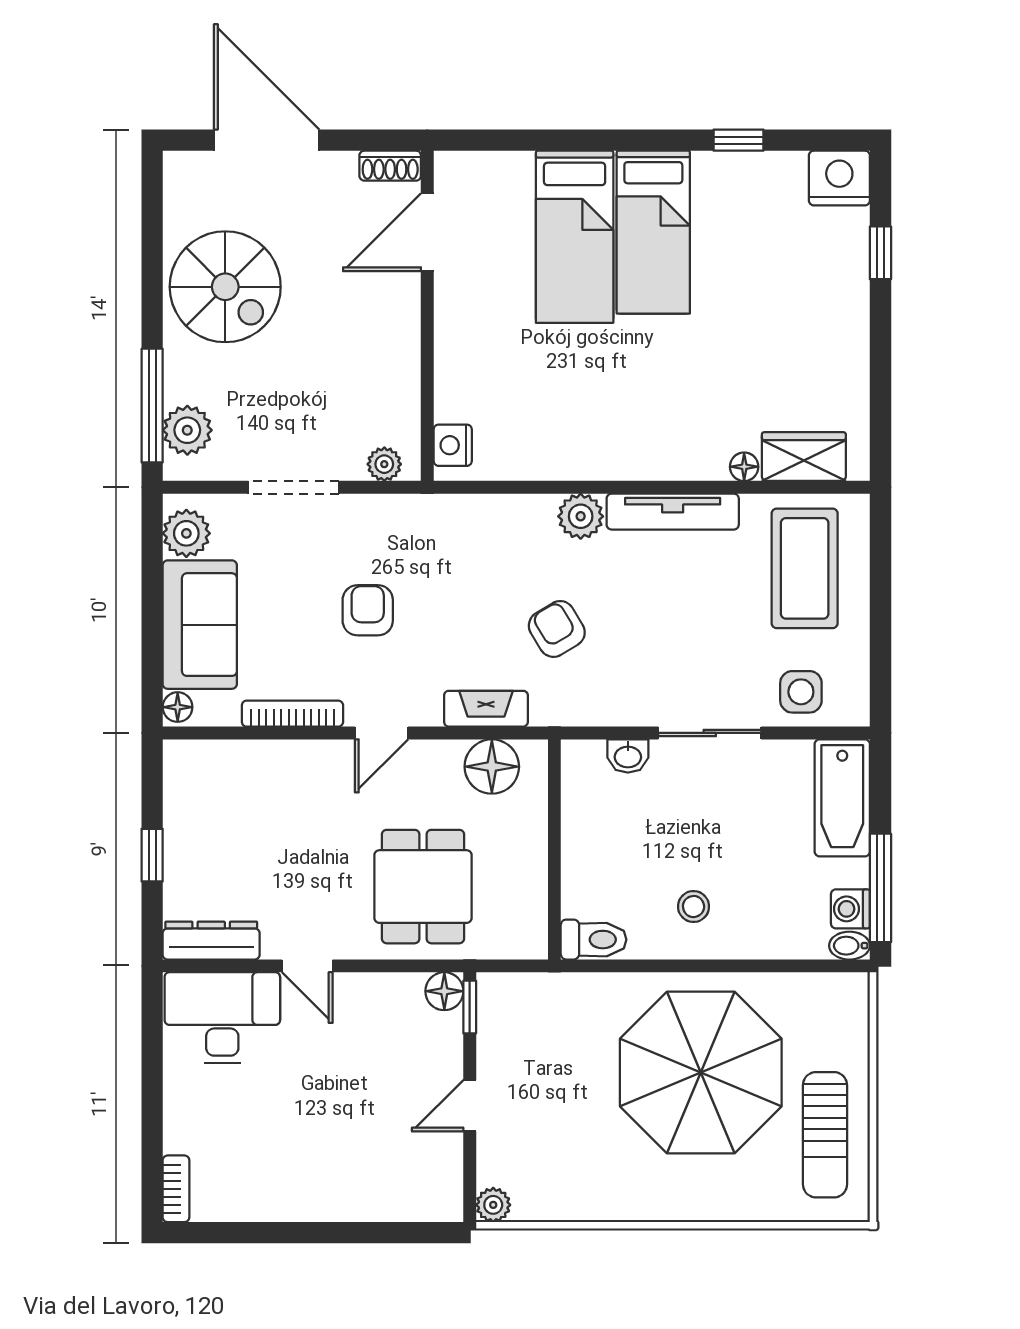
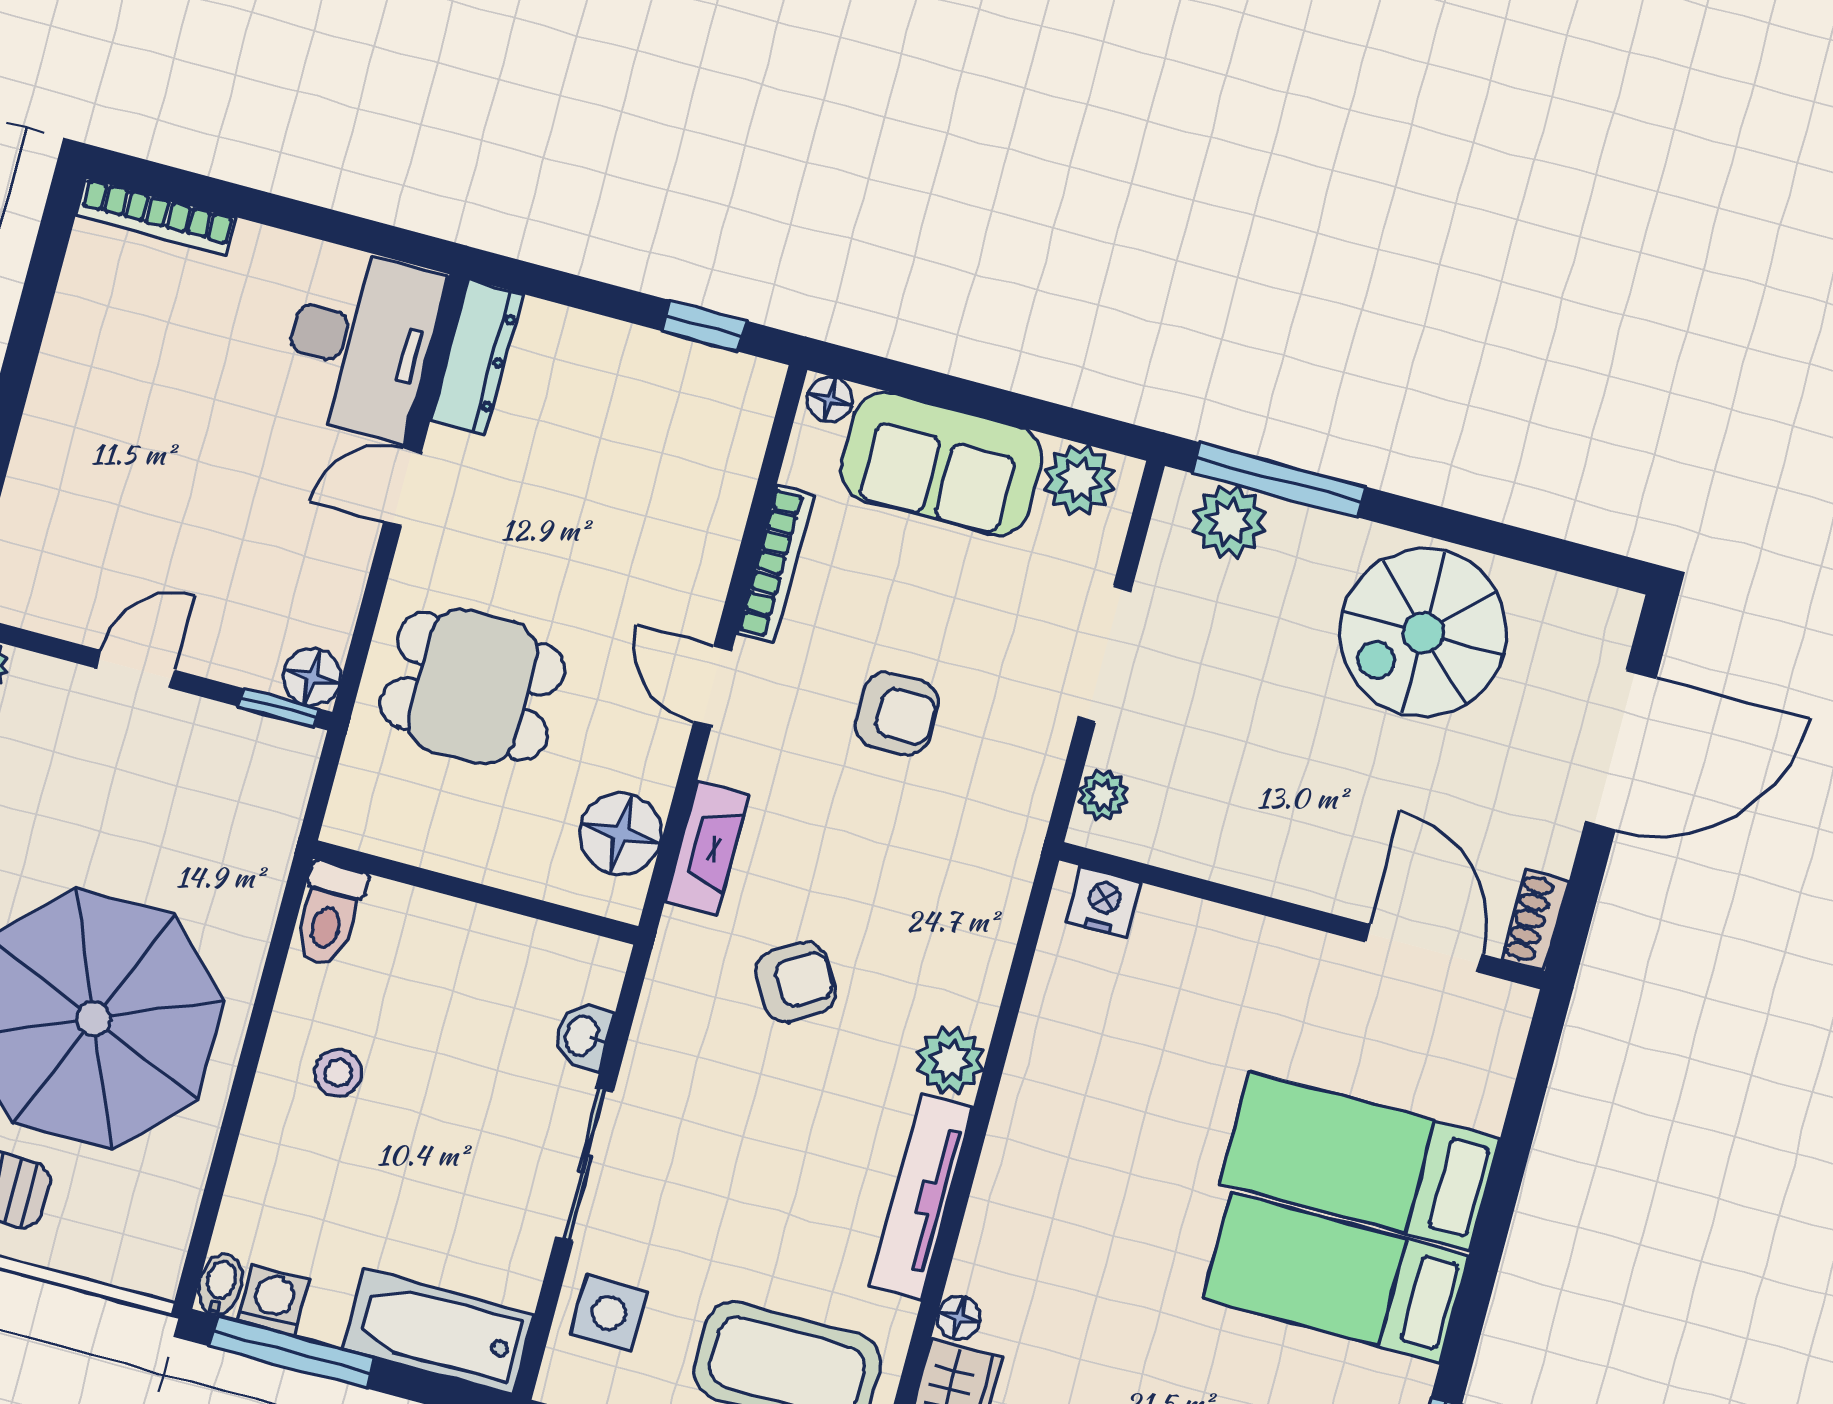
window: (152, 855) -> (704, 326), moved
door: (470, 1106) -> (135, 669), hinge flipped
bookcase: (176, 1189) -> (156, 216), width x1.56

